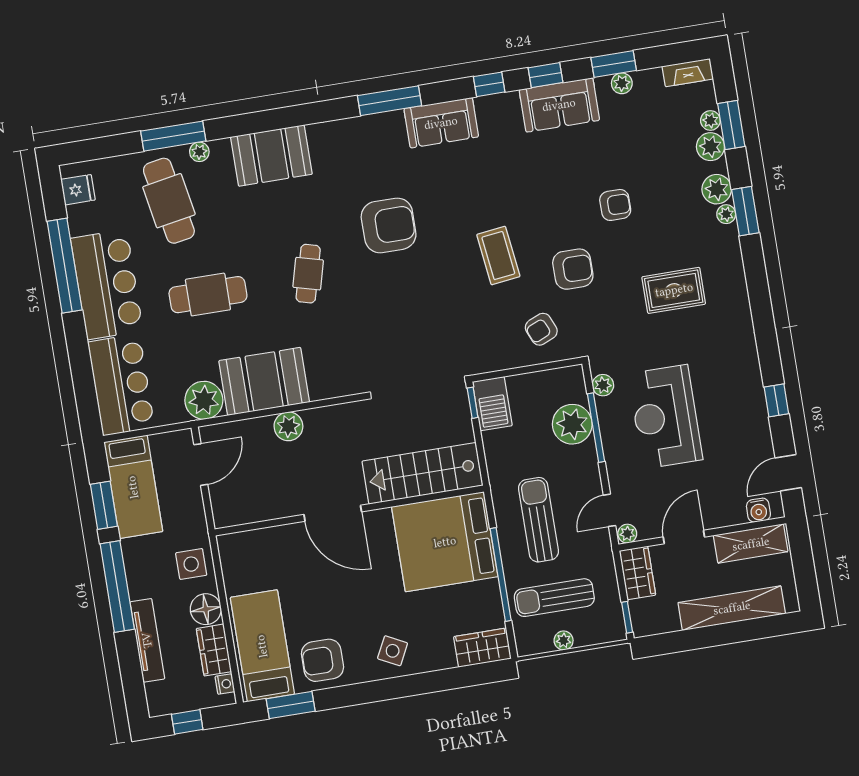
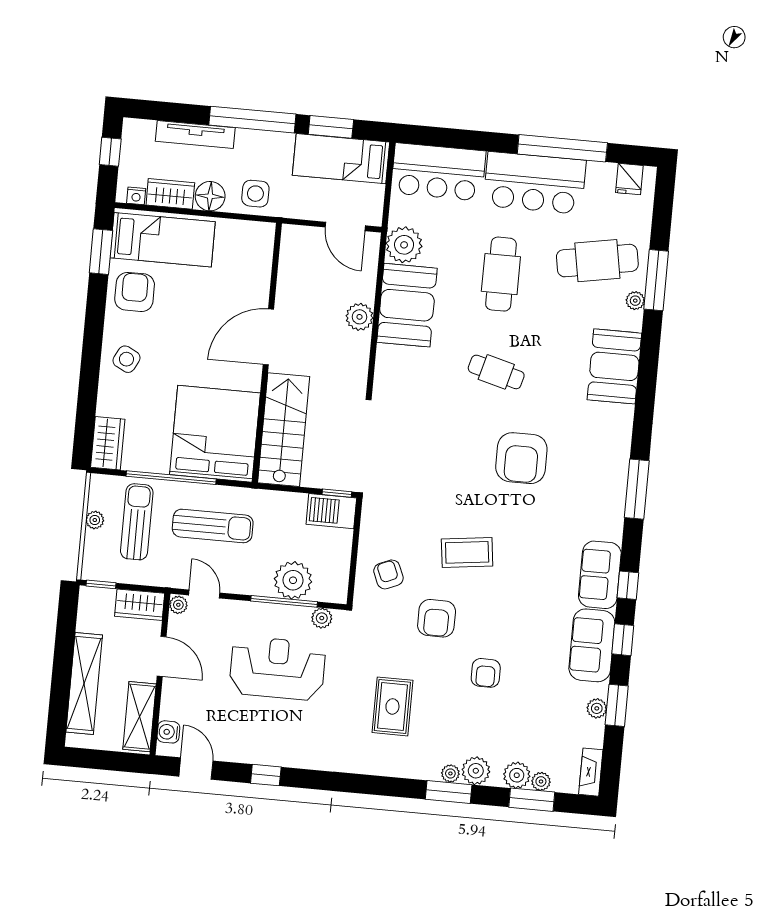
sofa: (441, 123) -> (600, 575), moved

